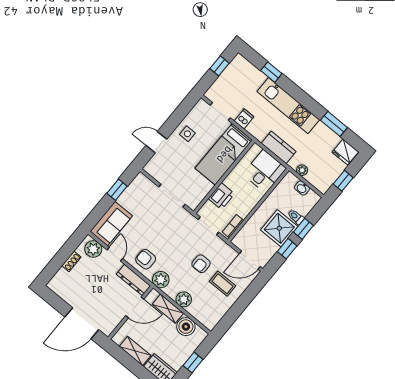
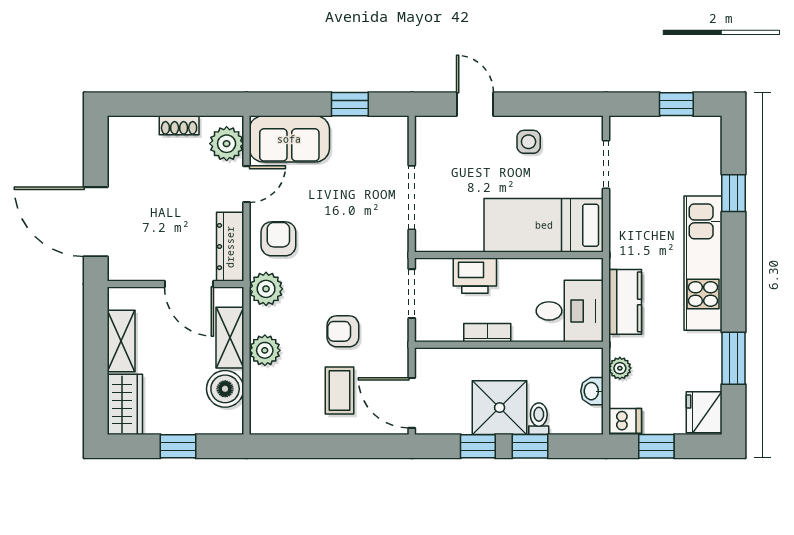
dishwasher: (244, 119) -> (625, 421), moved
bookcase: (233, 226) -> (487, 333), moved

